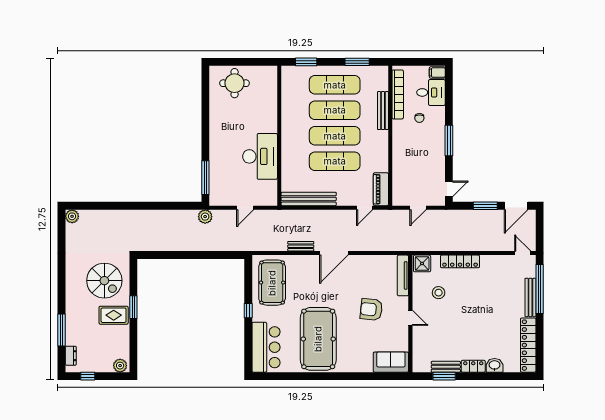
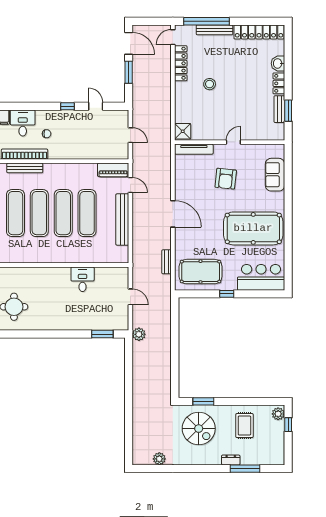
bench: (383, 111) -> (25, 168), moved
window: (449, 140) -> (68, 106), width x0.46
desk: (260, 156) -> (83, 279), width x0.53, depth x0.77
window: (205, 178) -> (102, 334), width x0.69
door: (449, 189) -> (96, 106), moved
bench: (309, 199) -> (122, 220), moved
plant: (72, 216) -> (159, 459), moved
bench: (301, 246) -> (167, 262), moved
locker: (460, 261) -> (181, 63), moved
spiral stairs: (104, 281) -> (199, 429), turned 90
stool: (439, 293) -> (210, 84), moved
window: (133, 307) -> (203, 401), moved
rug: (114, 315) -> (244, 426), moved
dresser: (71, 356) -> (231, 460), moved
sofa: (391, 362) -> (275, 175), moved
window: (88, 376) -> (288, 425), moved

